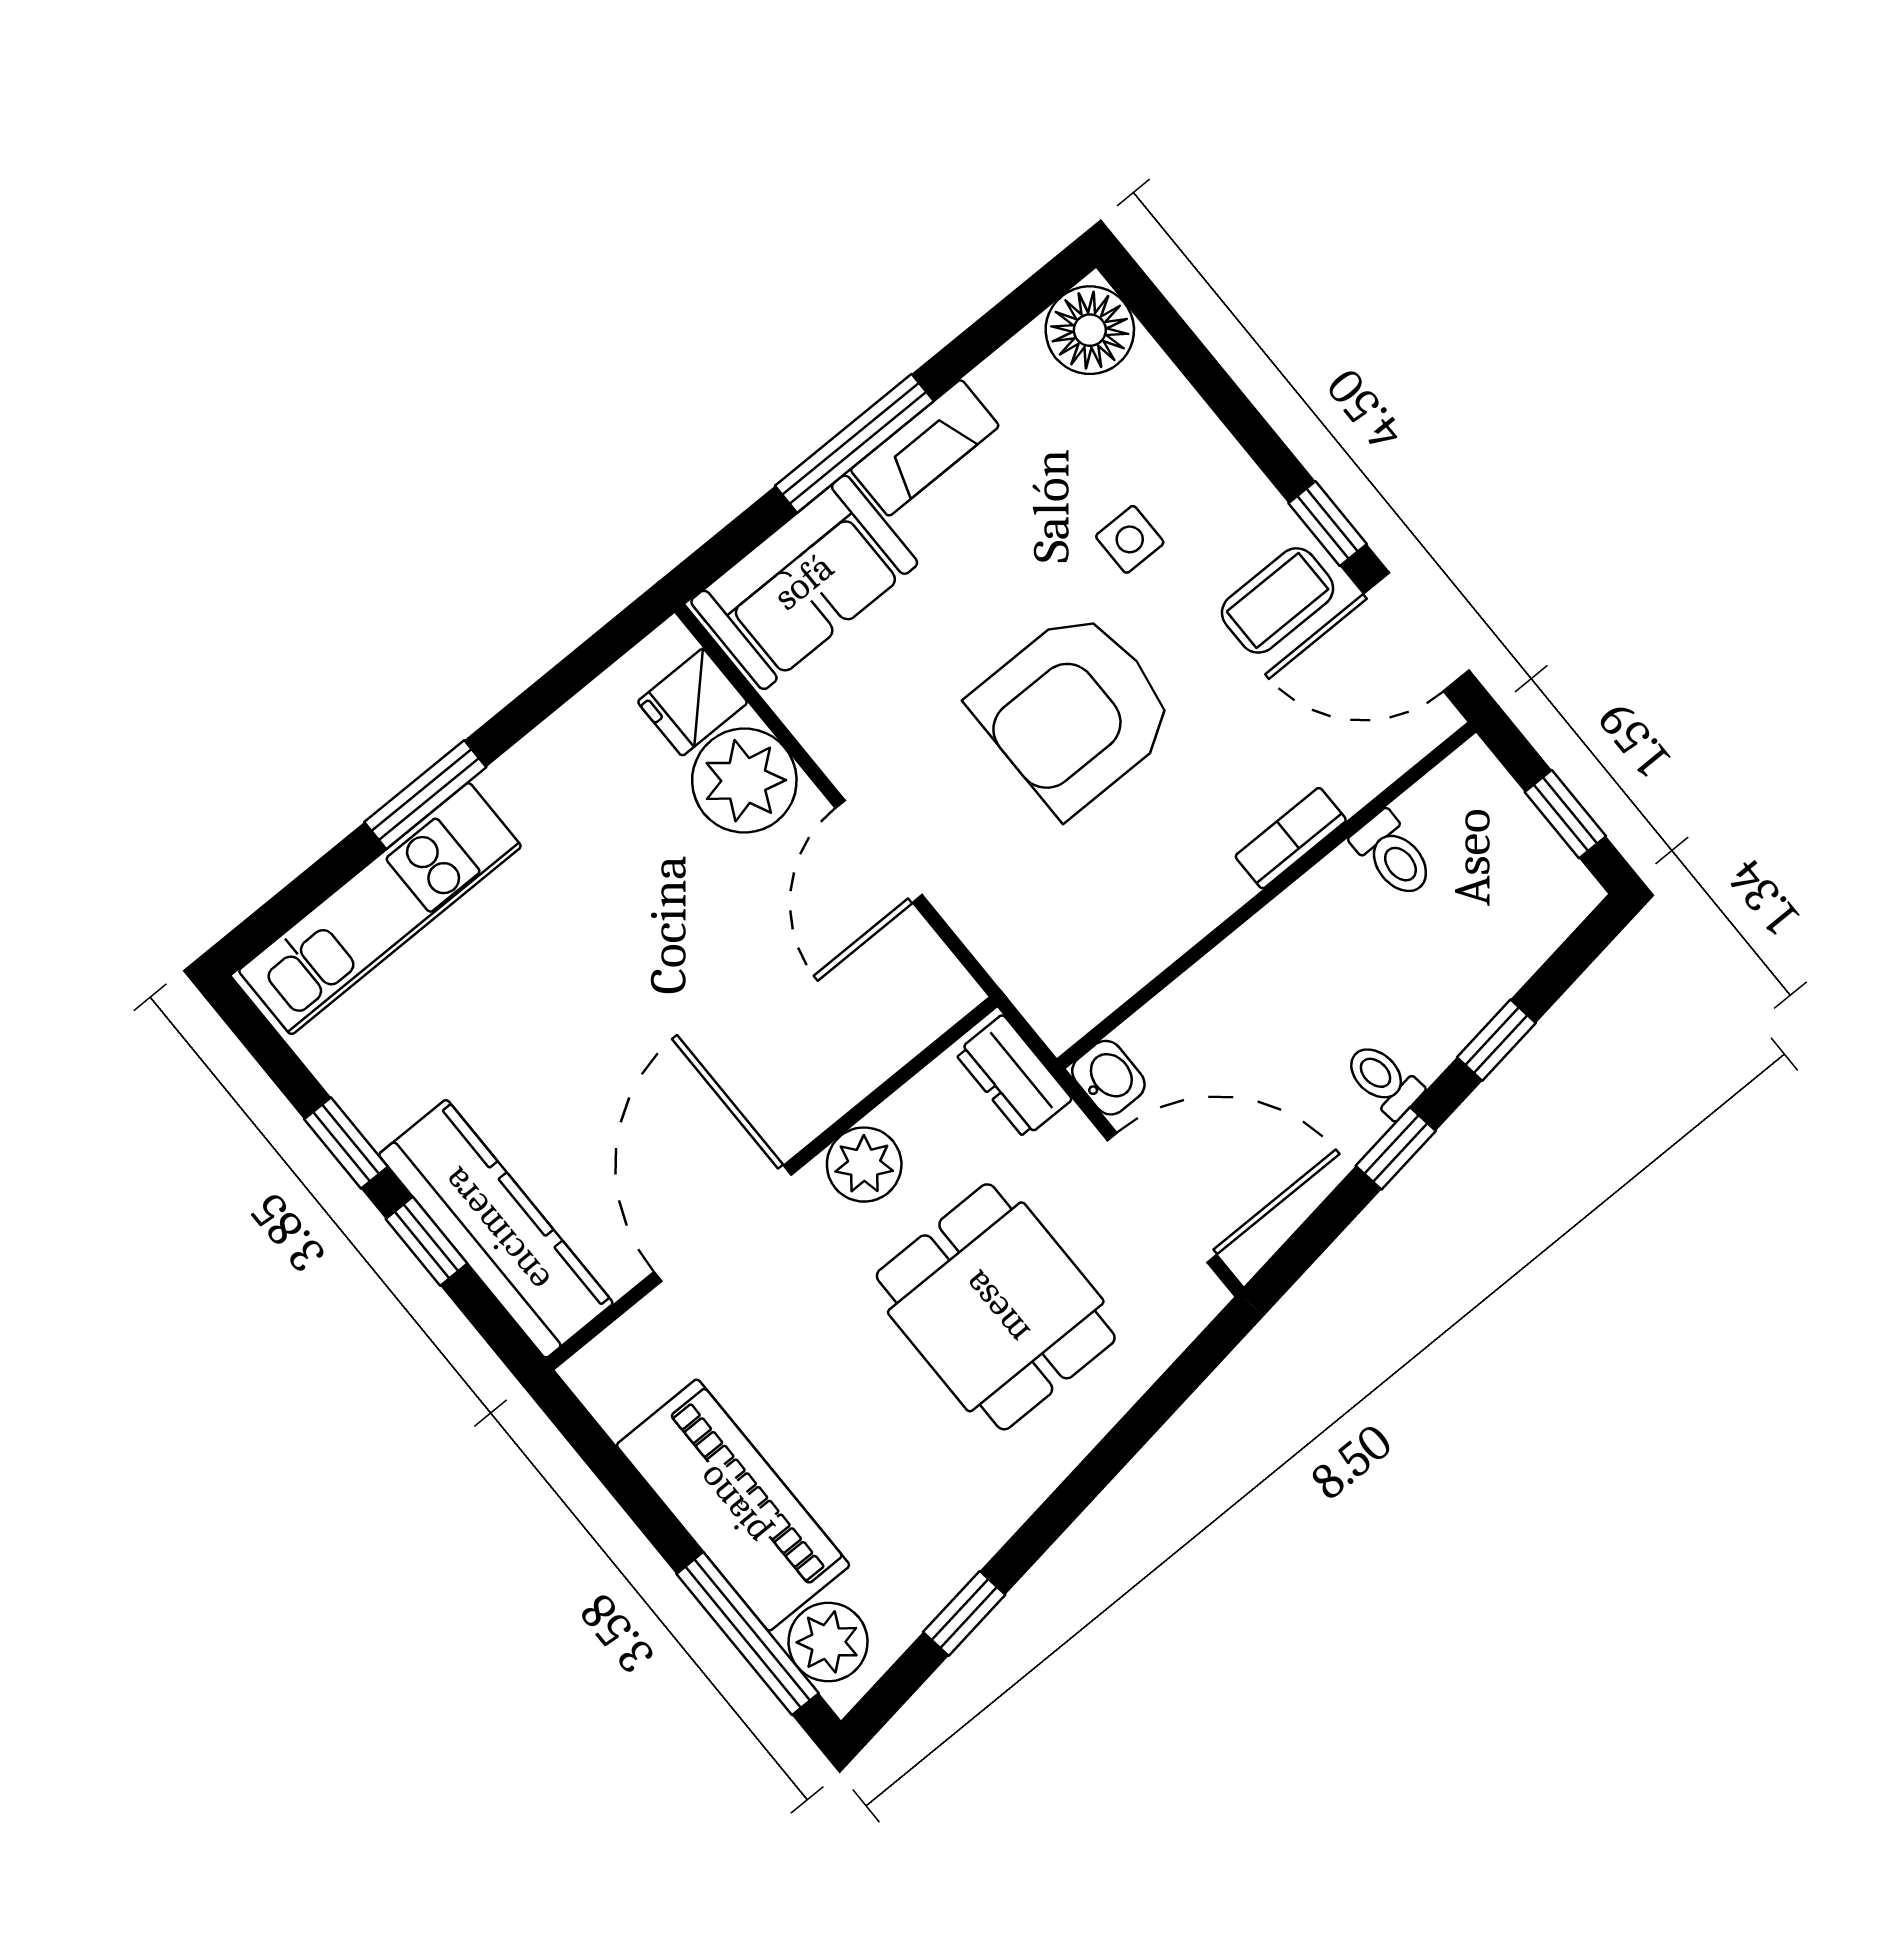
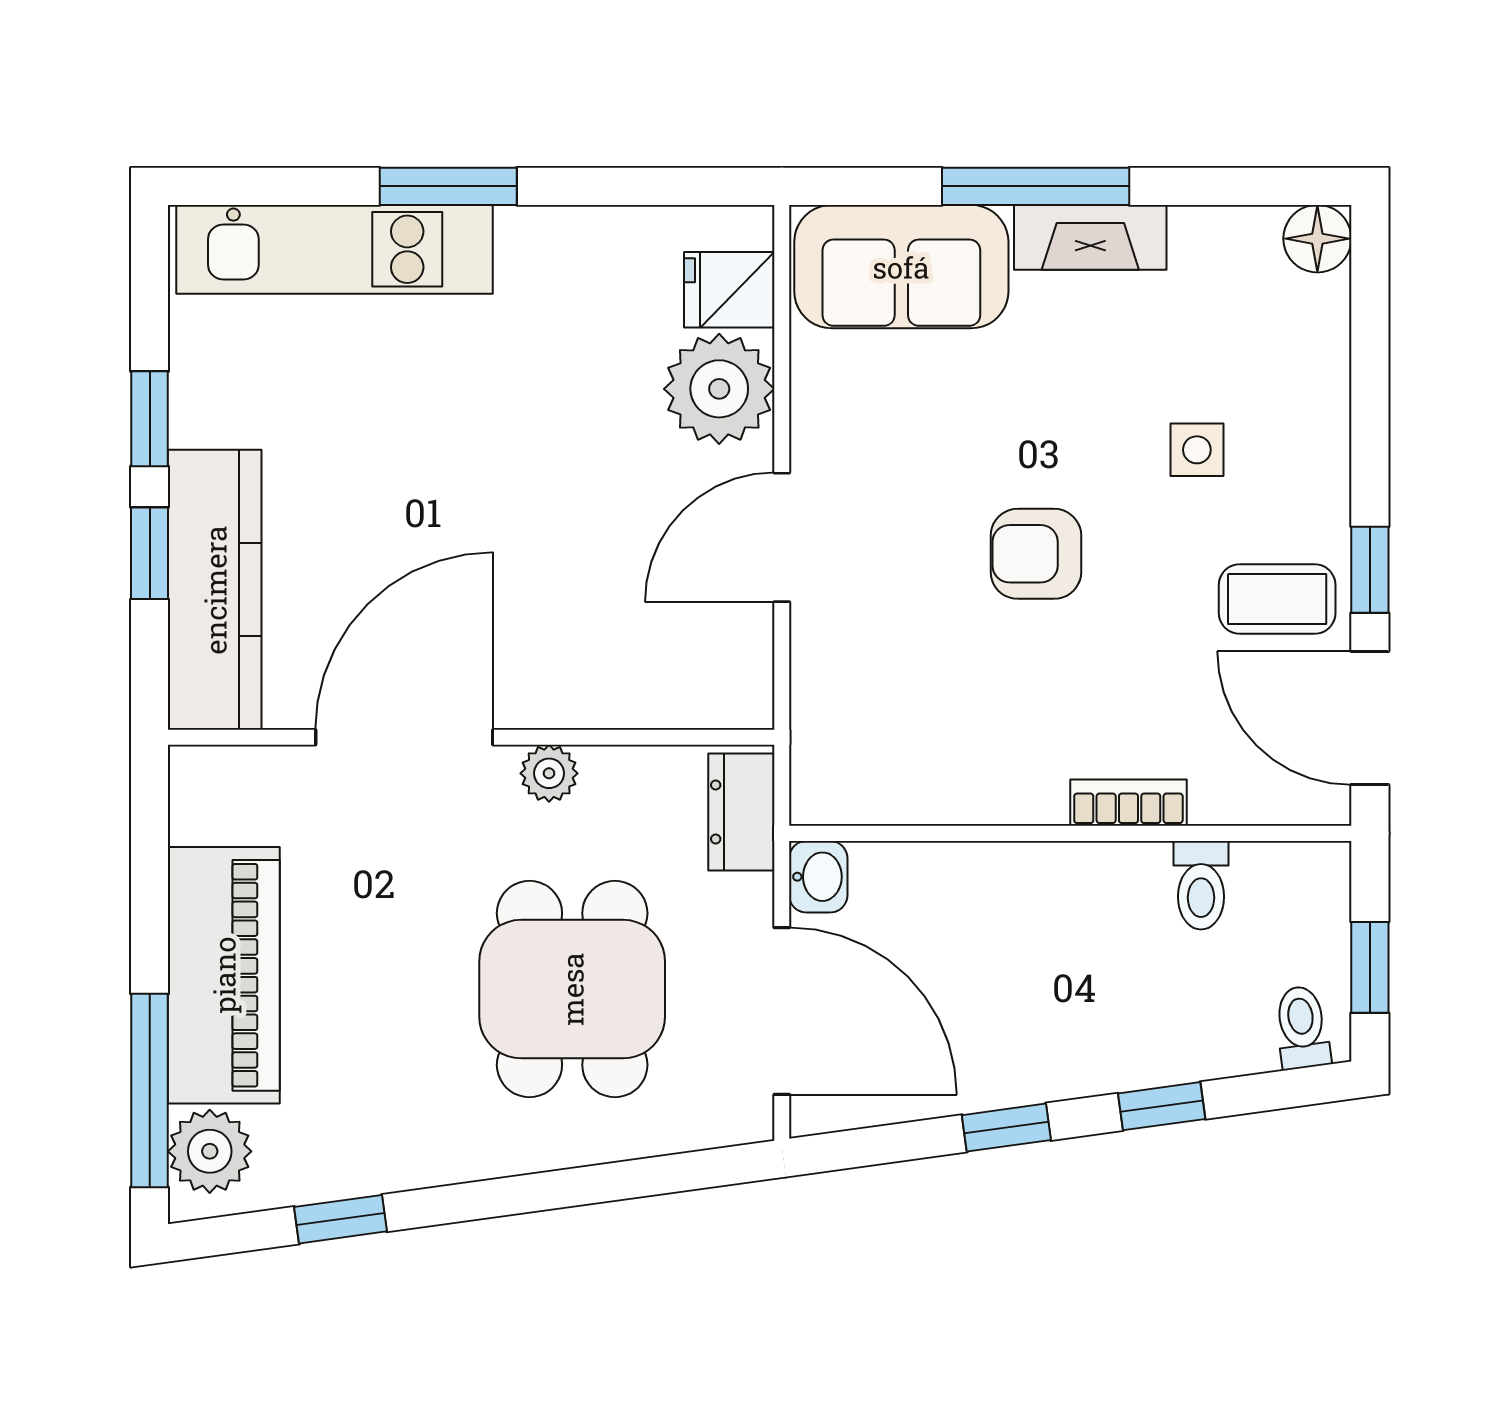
floor lamp: (1090, 330) -> (1317, 239), width x0.73, depth x0.73
armchair: (1074, 712) -> (1036, 554), width x0.53, depth x0.53
toilet: (1383, 1080) -> (1302, 1027), moved
plant: (864, 1165) -> (549, 773), width x0.73, depth x0.73

